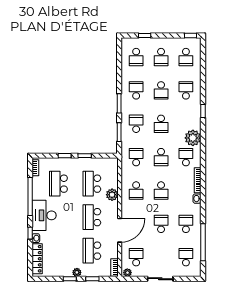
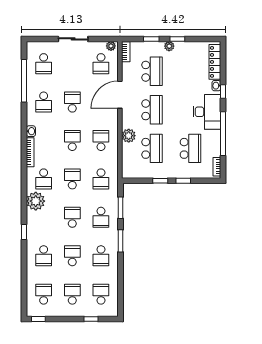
school desk: (161, 224) -> (72, 102), turned 180

